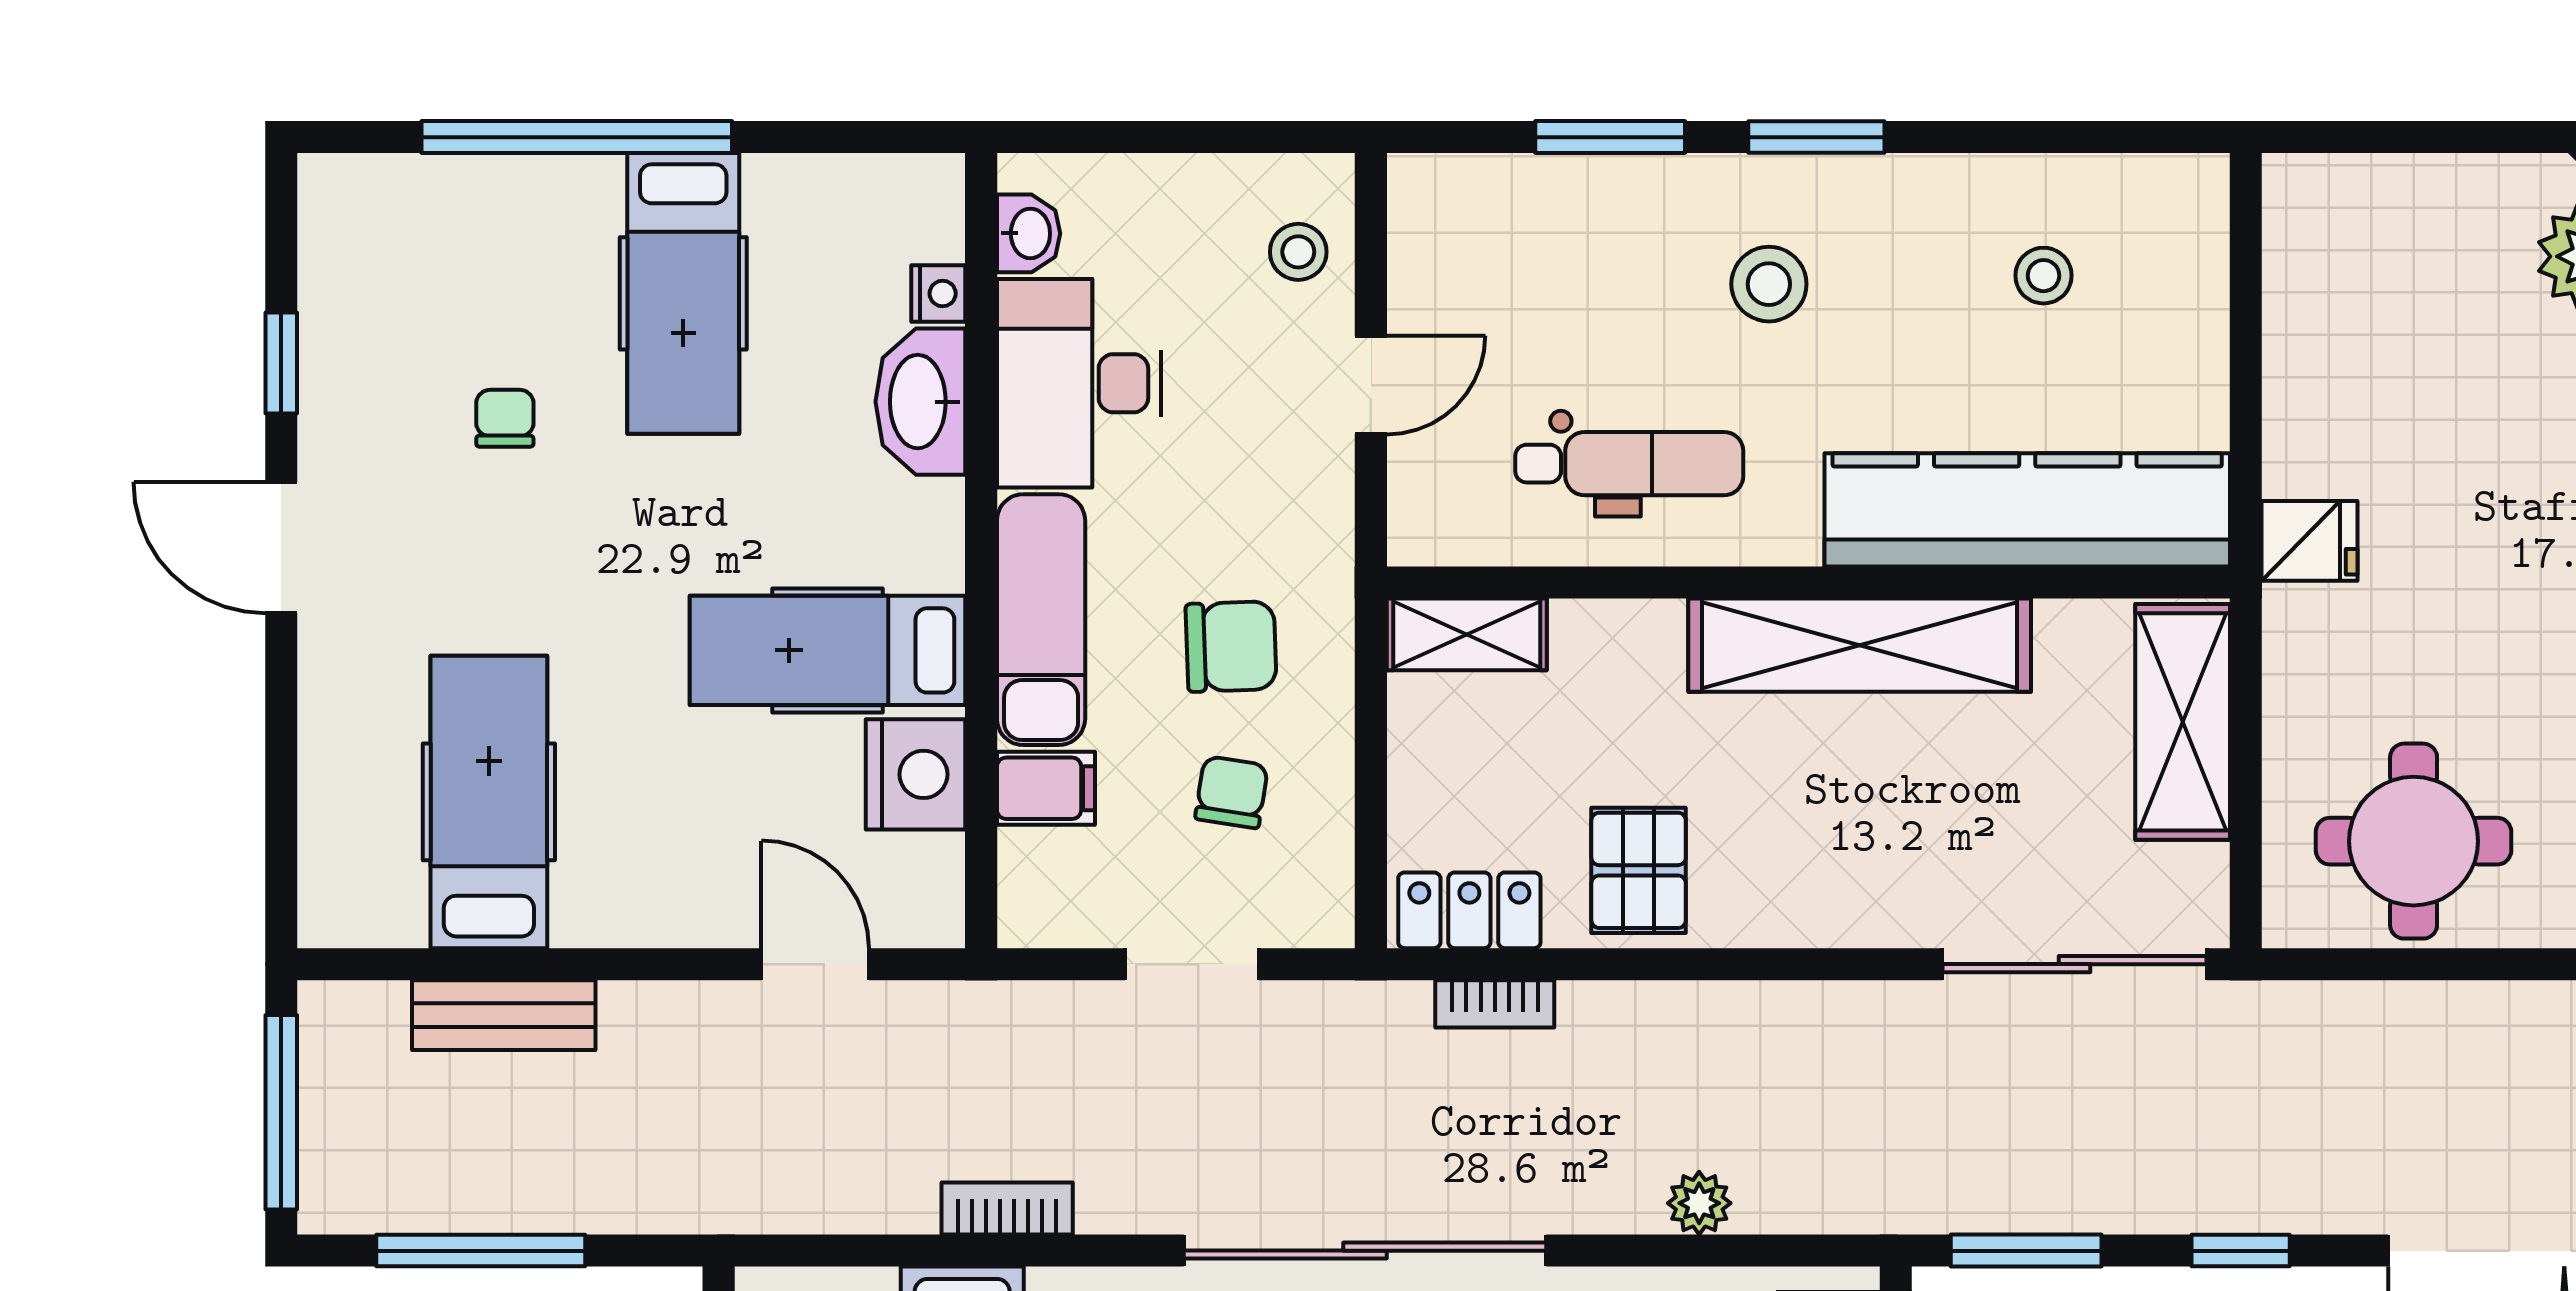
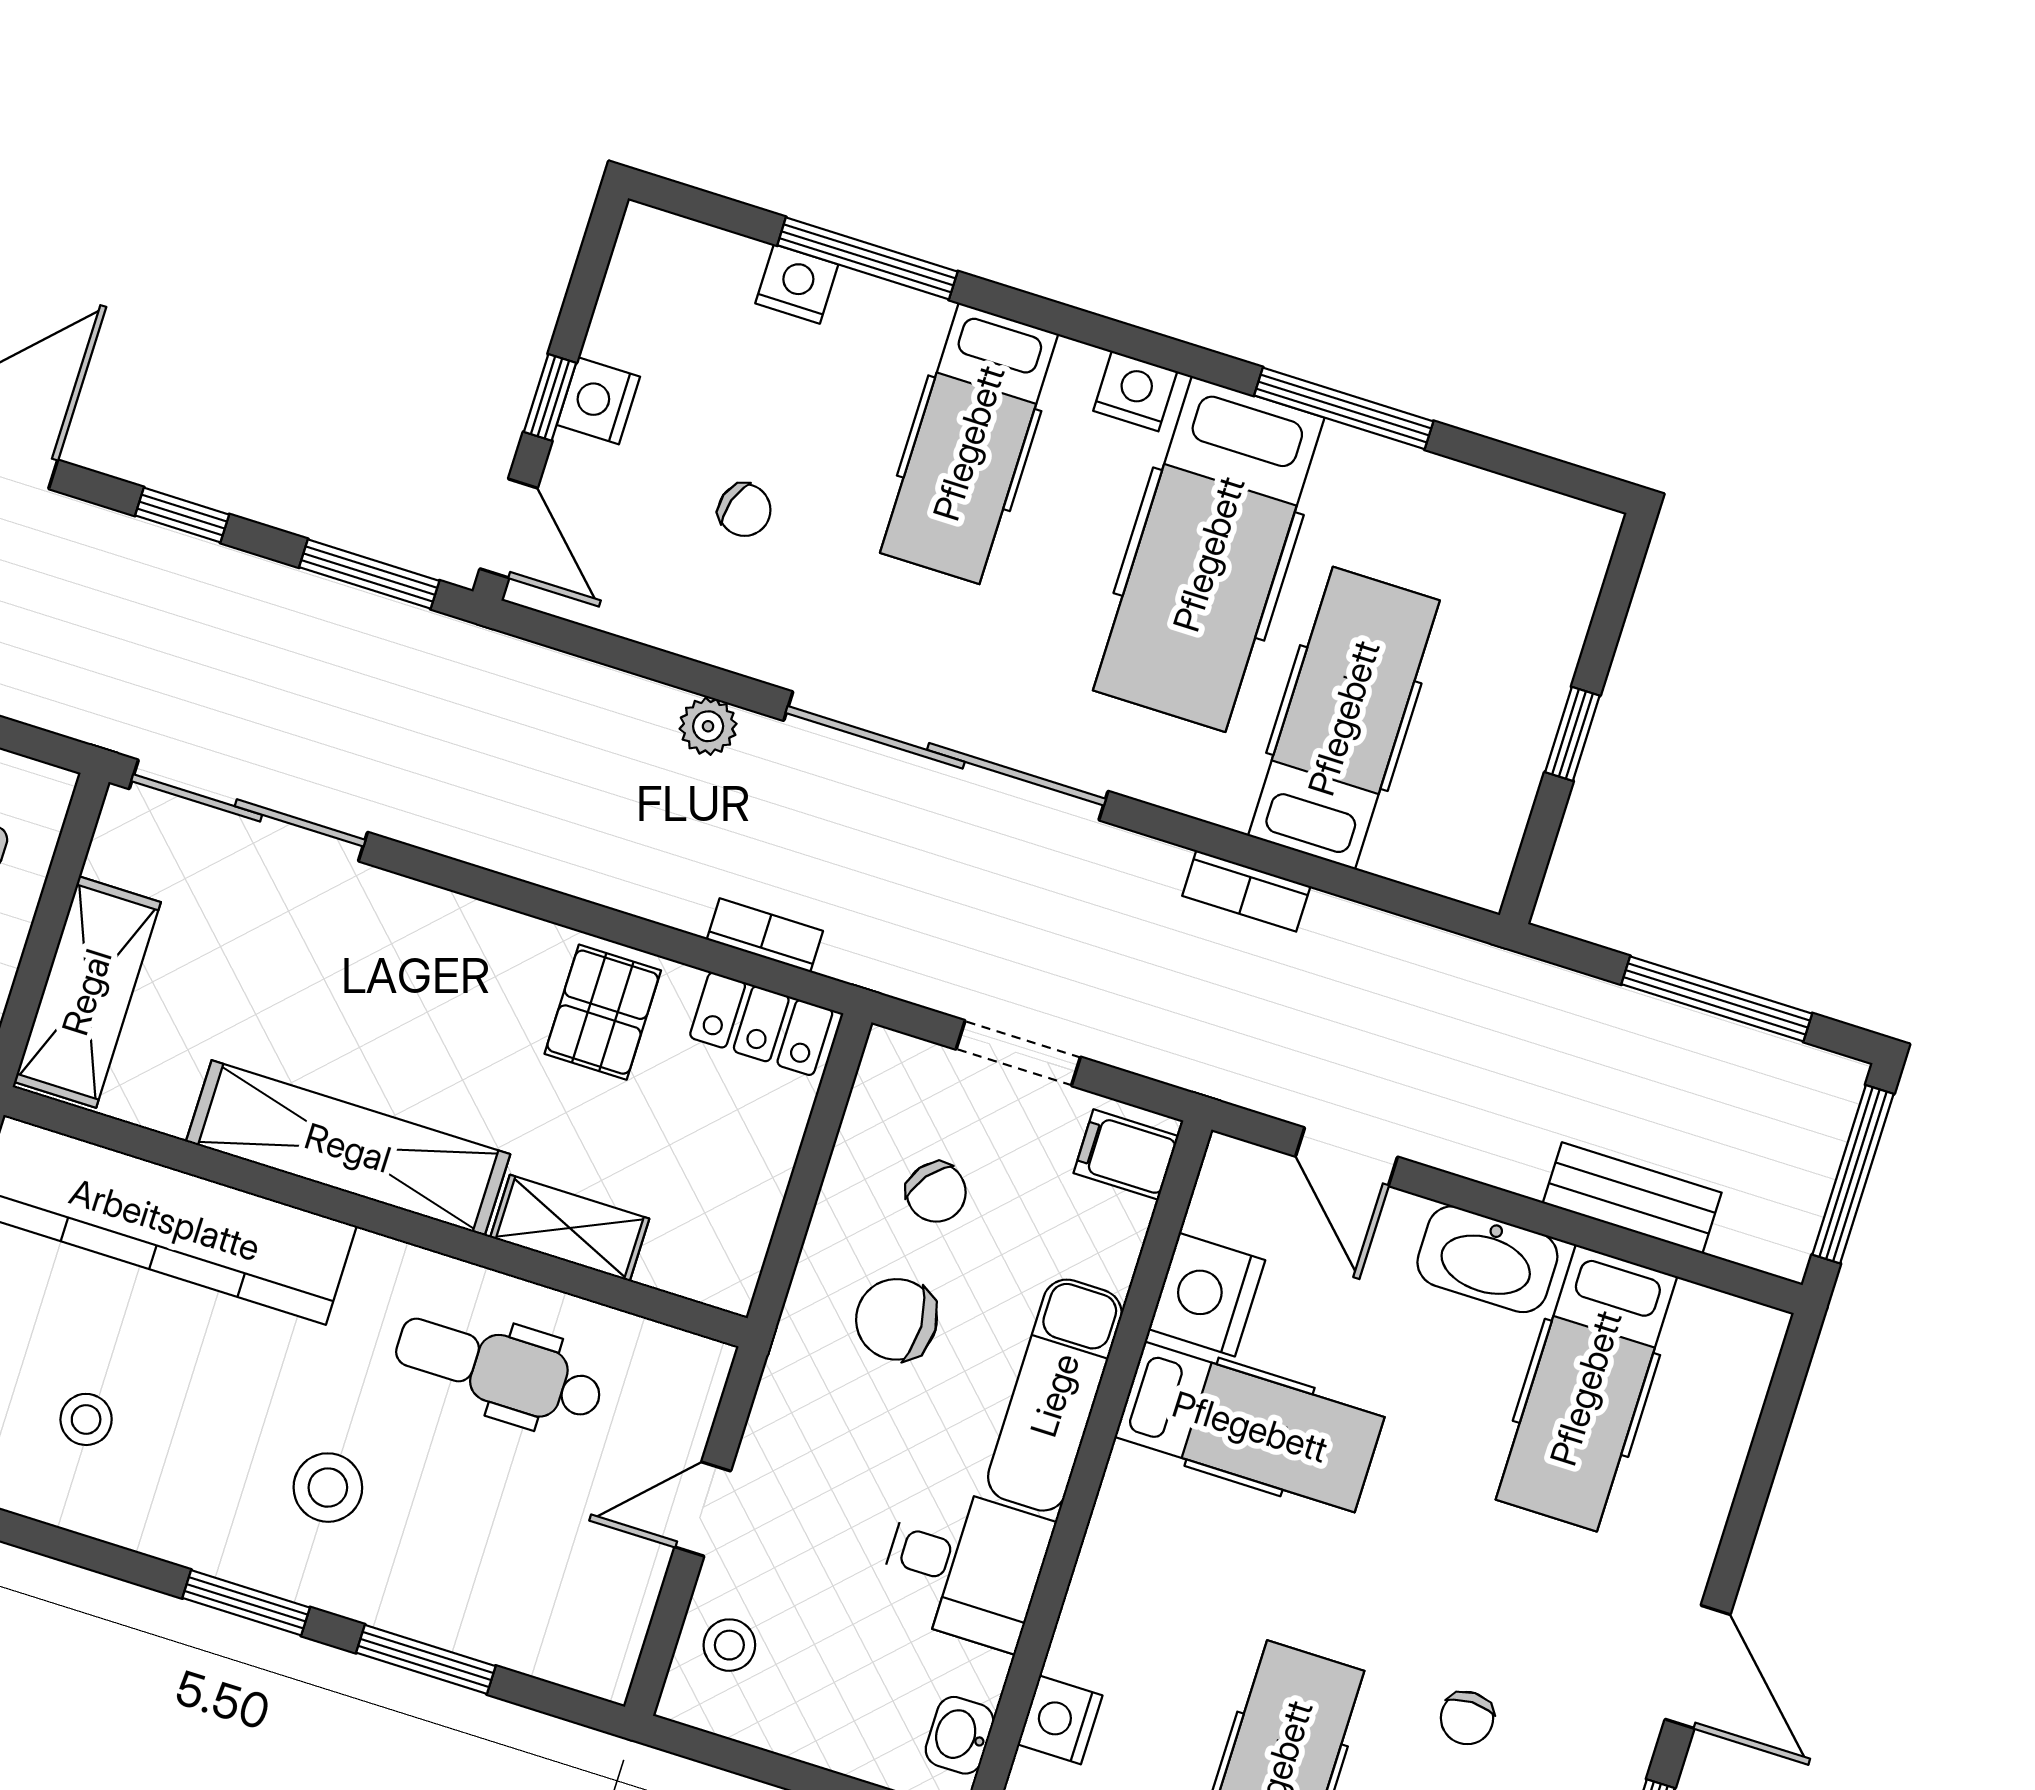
nightstand: (938, 294) -> (1060, 1720), width x1.39, depth x1.35
desk: (1079, 383) -> (964, 1566), width x0.73
washbasin: (920, 402) -> (1487, 1259), moved, turned 90
shelving: (1467, 634) -> (570, 1228), moved
filing cabinet: (1046, 788) -> (1126, 1155), moved
chair: (1232, 792) -> (936, 1192), turned -61
plant: (1699, 1203) -> (708, 726), moved

